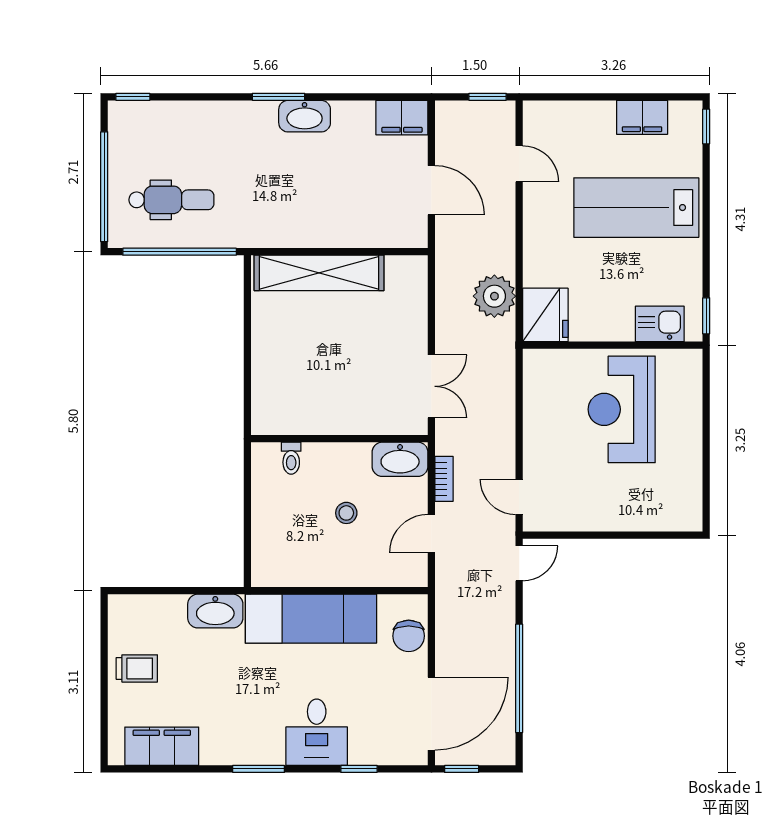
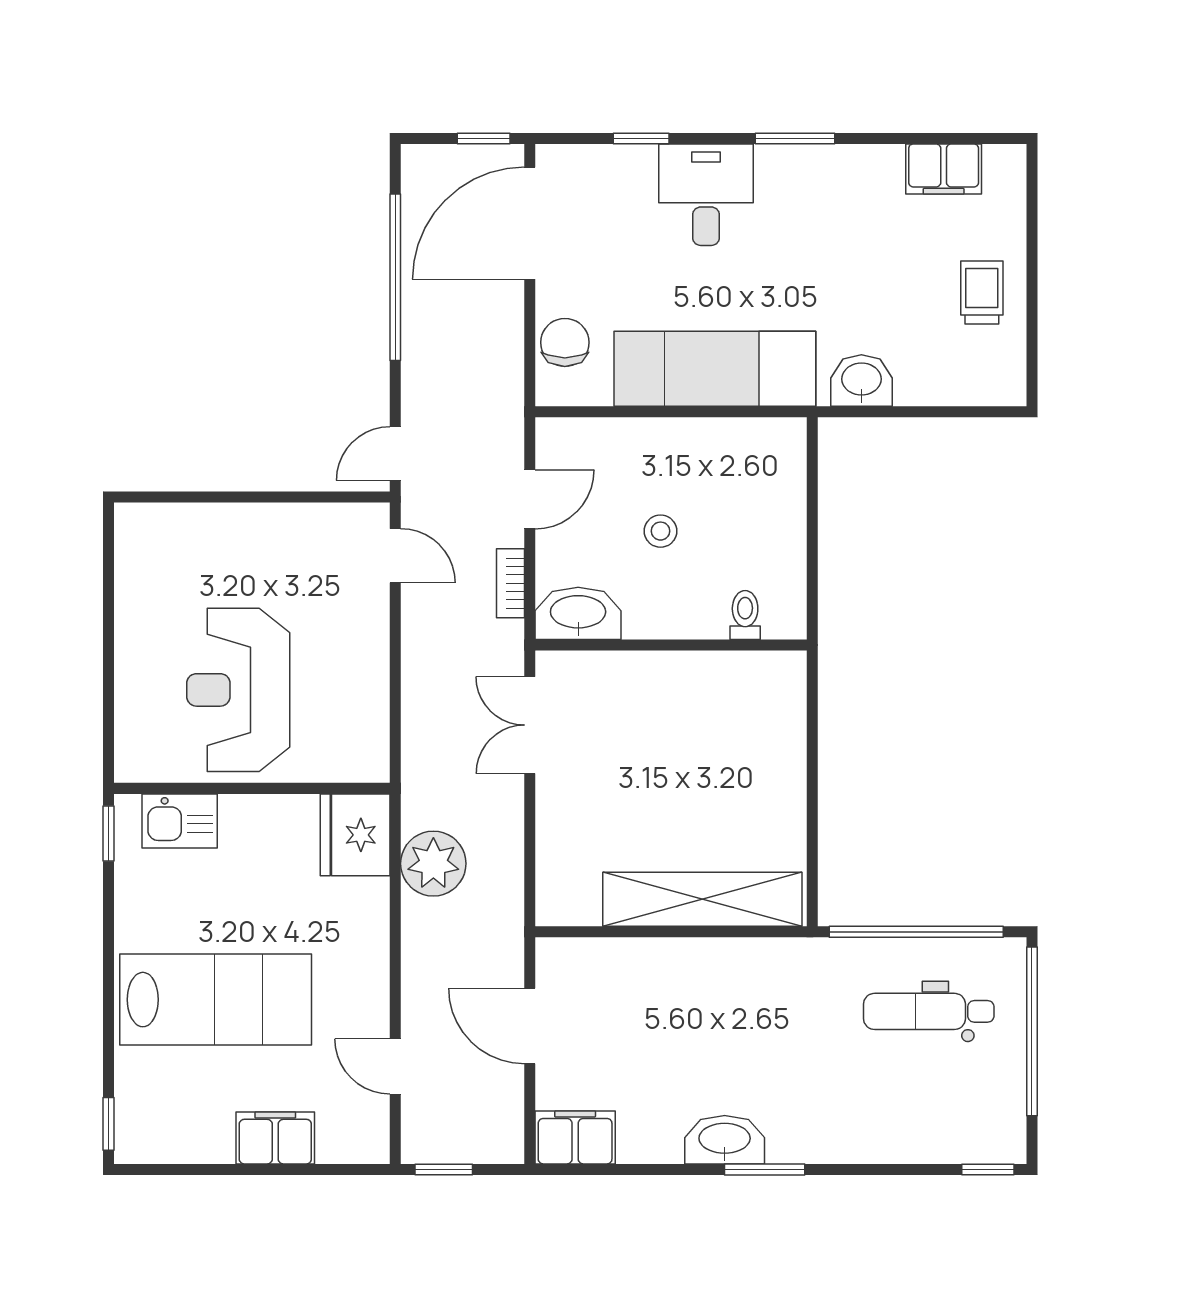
filing cabinet: (642, 117) -> (275, 1138), moved
reception desk: (622, 409) -> (238, 690), turned 180
washbasin: (215, 611) -> (861, 381), width x0.72
trolley: (137, 668) -> (982, 292), turned 90
filing cabinet: (162, 746) -> (944, 169), width x0.67, depth x0.86

